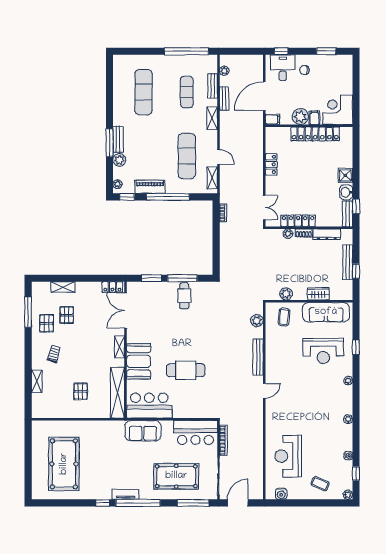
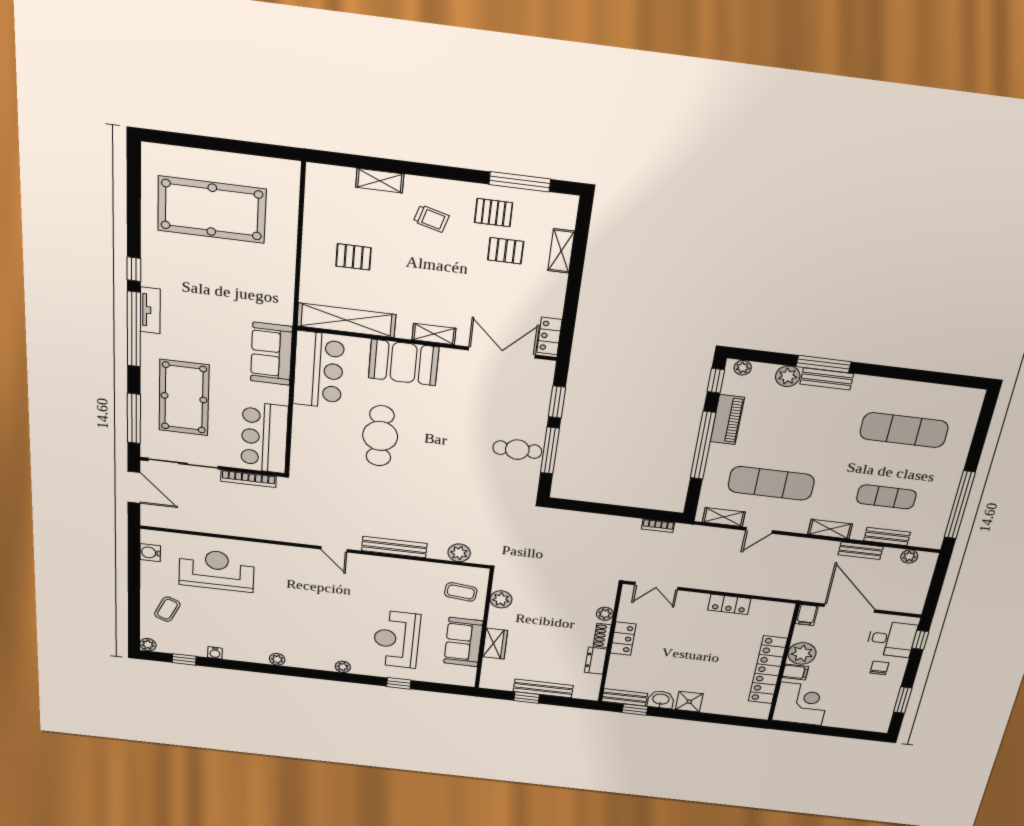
locker: (298, 221) -> (623, 639), width x0.66
dresser: (327, 234) -> (596, 661), width x0.70
sofa: (326, 312) -> (463, 642), width x0.73

